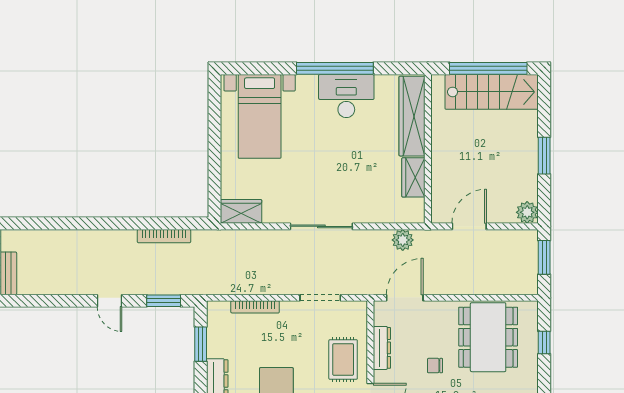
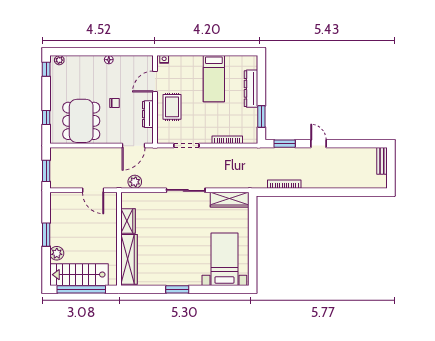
window: (335, 68) -> (177, 289), width x0.47
desk: (346, 96) -> (170, 272), removed
wardrobe: (241, 211) -> (230, 200), width x1.50
plant: (527, 212) -> (57, 253), moved
door: (469, 226) -> (93, 190), hinge flipped

